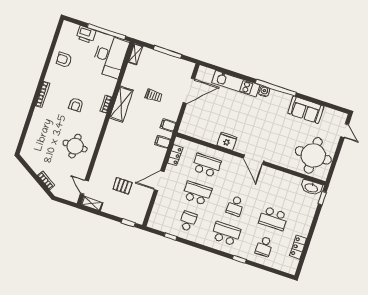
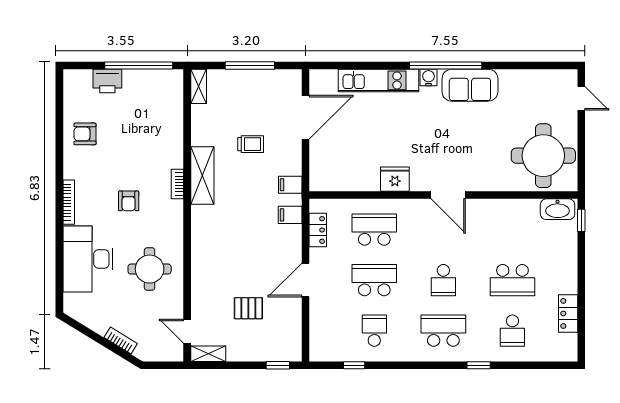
desk: (110, 56) -> (88, 259), moved, turned 180
sofa: (306, 110) -> (470, 85), moved

